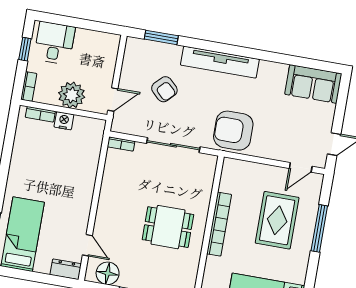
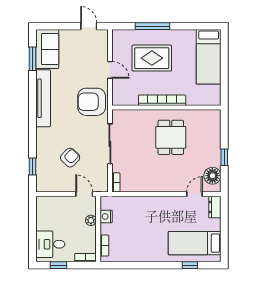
window: (161, 37) -> (32, 166), width x0.67
tv unit: (220, 62) -> (43, 98), moved
window: (304, 62) -> (32, 59), added
plant: (72, 95) -> (91, 220), width x0.53, depth x0.53
nightstand: (64, 121) -> (106, 217), moved
armchair: (233, 131) -> (92, 102), turned 90
door: (301, 167) -> (110, 70), moved

